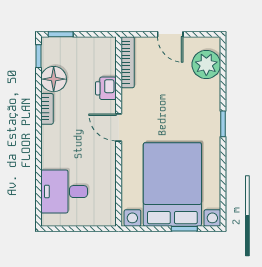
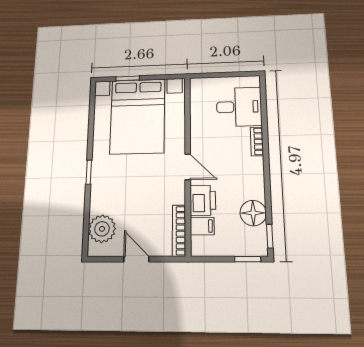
filing cabinet: (104, 67) -> (202, 226), added
printer: (106, 88) -> (203, 200), width x1.36, depth x1.24
bookcase: (47, 109) -> (257, 142), moved

